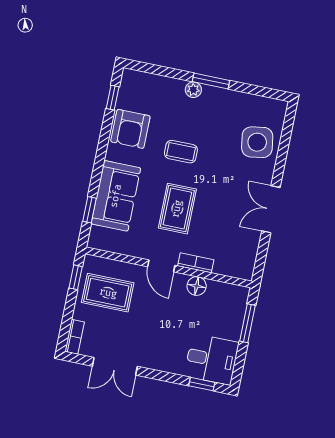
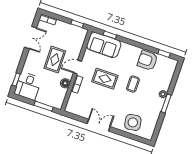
sofa: (116, 196) -> (104, 45), moved
rug: (108, 293) -> (55, 60), moved
double door: (115, 366) -> (31, 38), swing flipped

